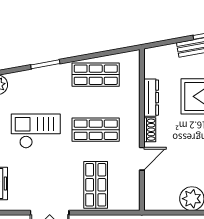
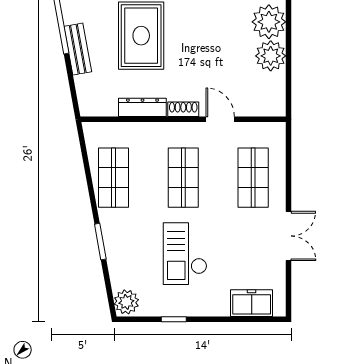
shop shelf: (96, 185) -> (253, 178), turned 90

